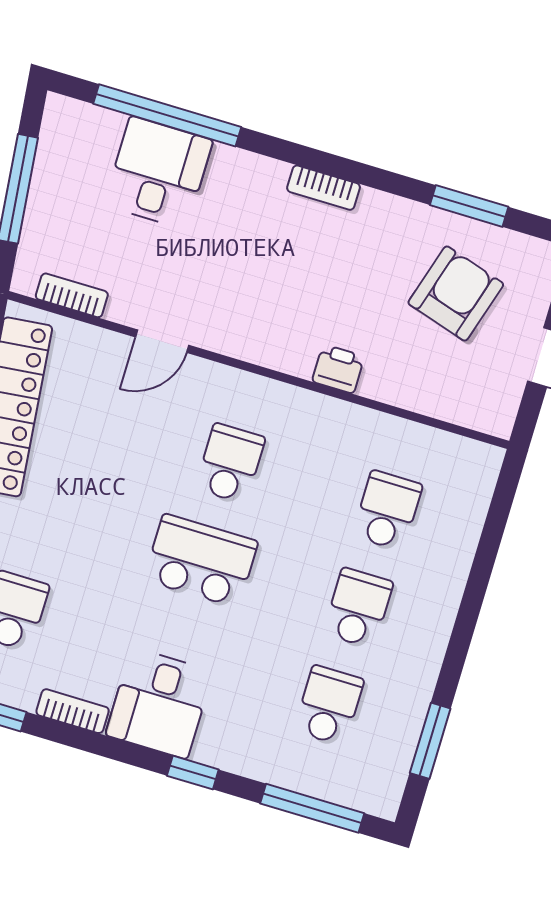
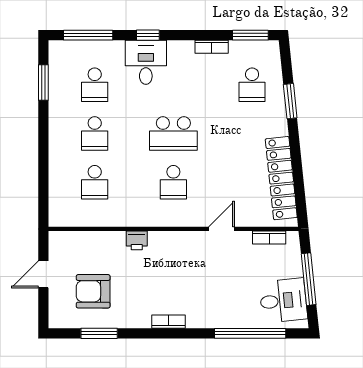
desk: (158, 173) -> (283, 301), moved, turned -96
armchair: (456, 294) -> (93, 291), turned 73
desk: (159, 703) -> (146, 62), moved

